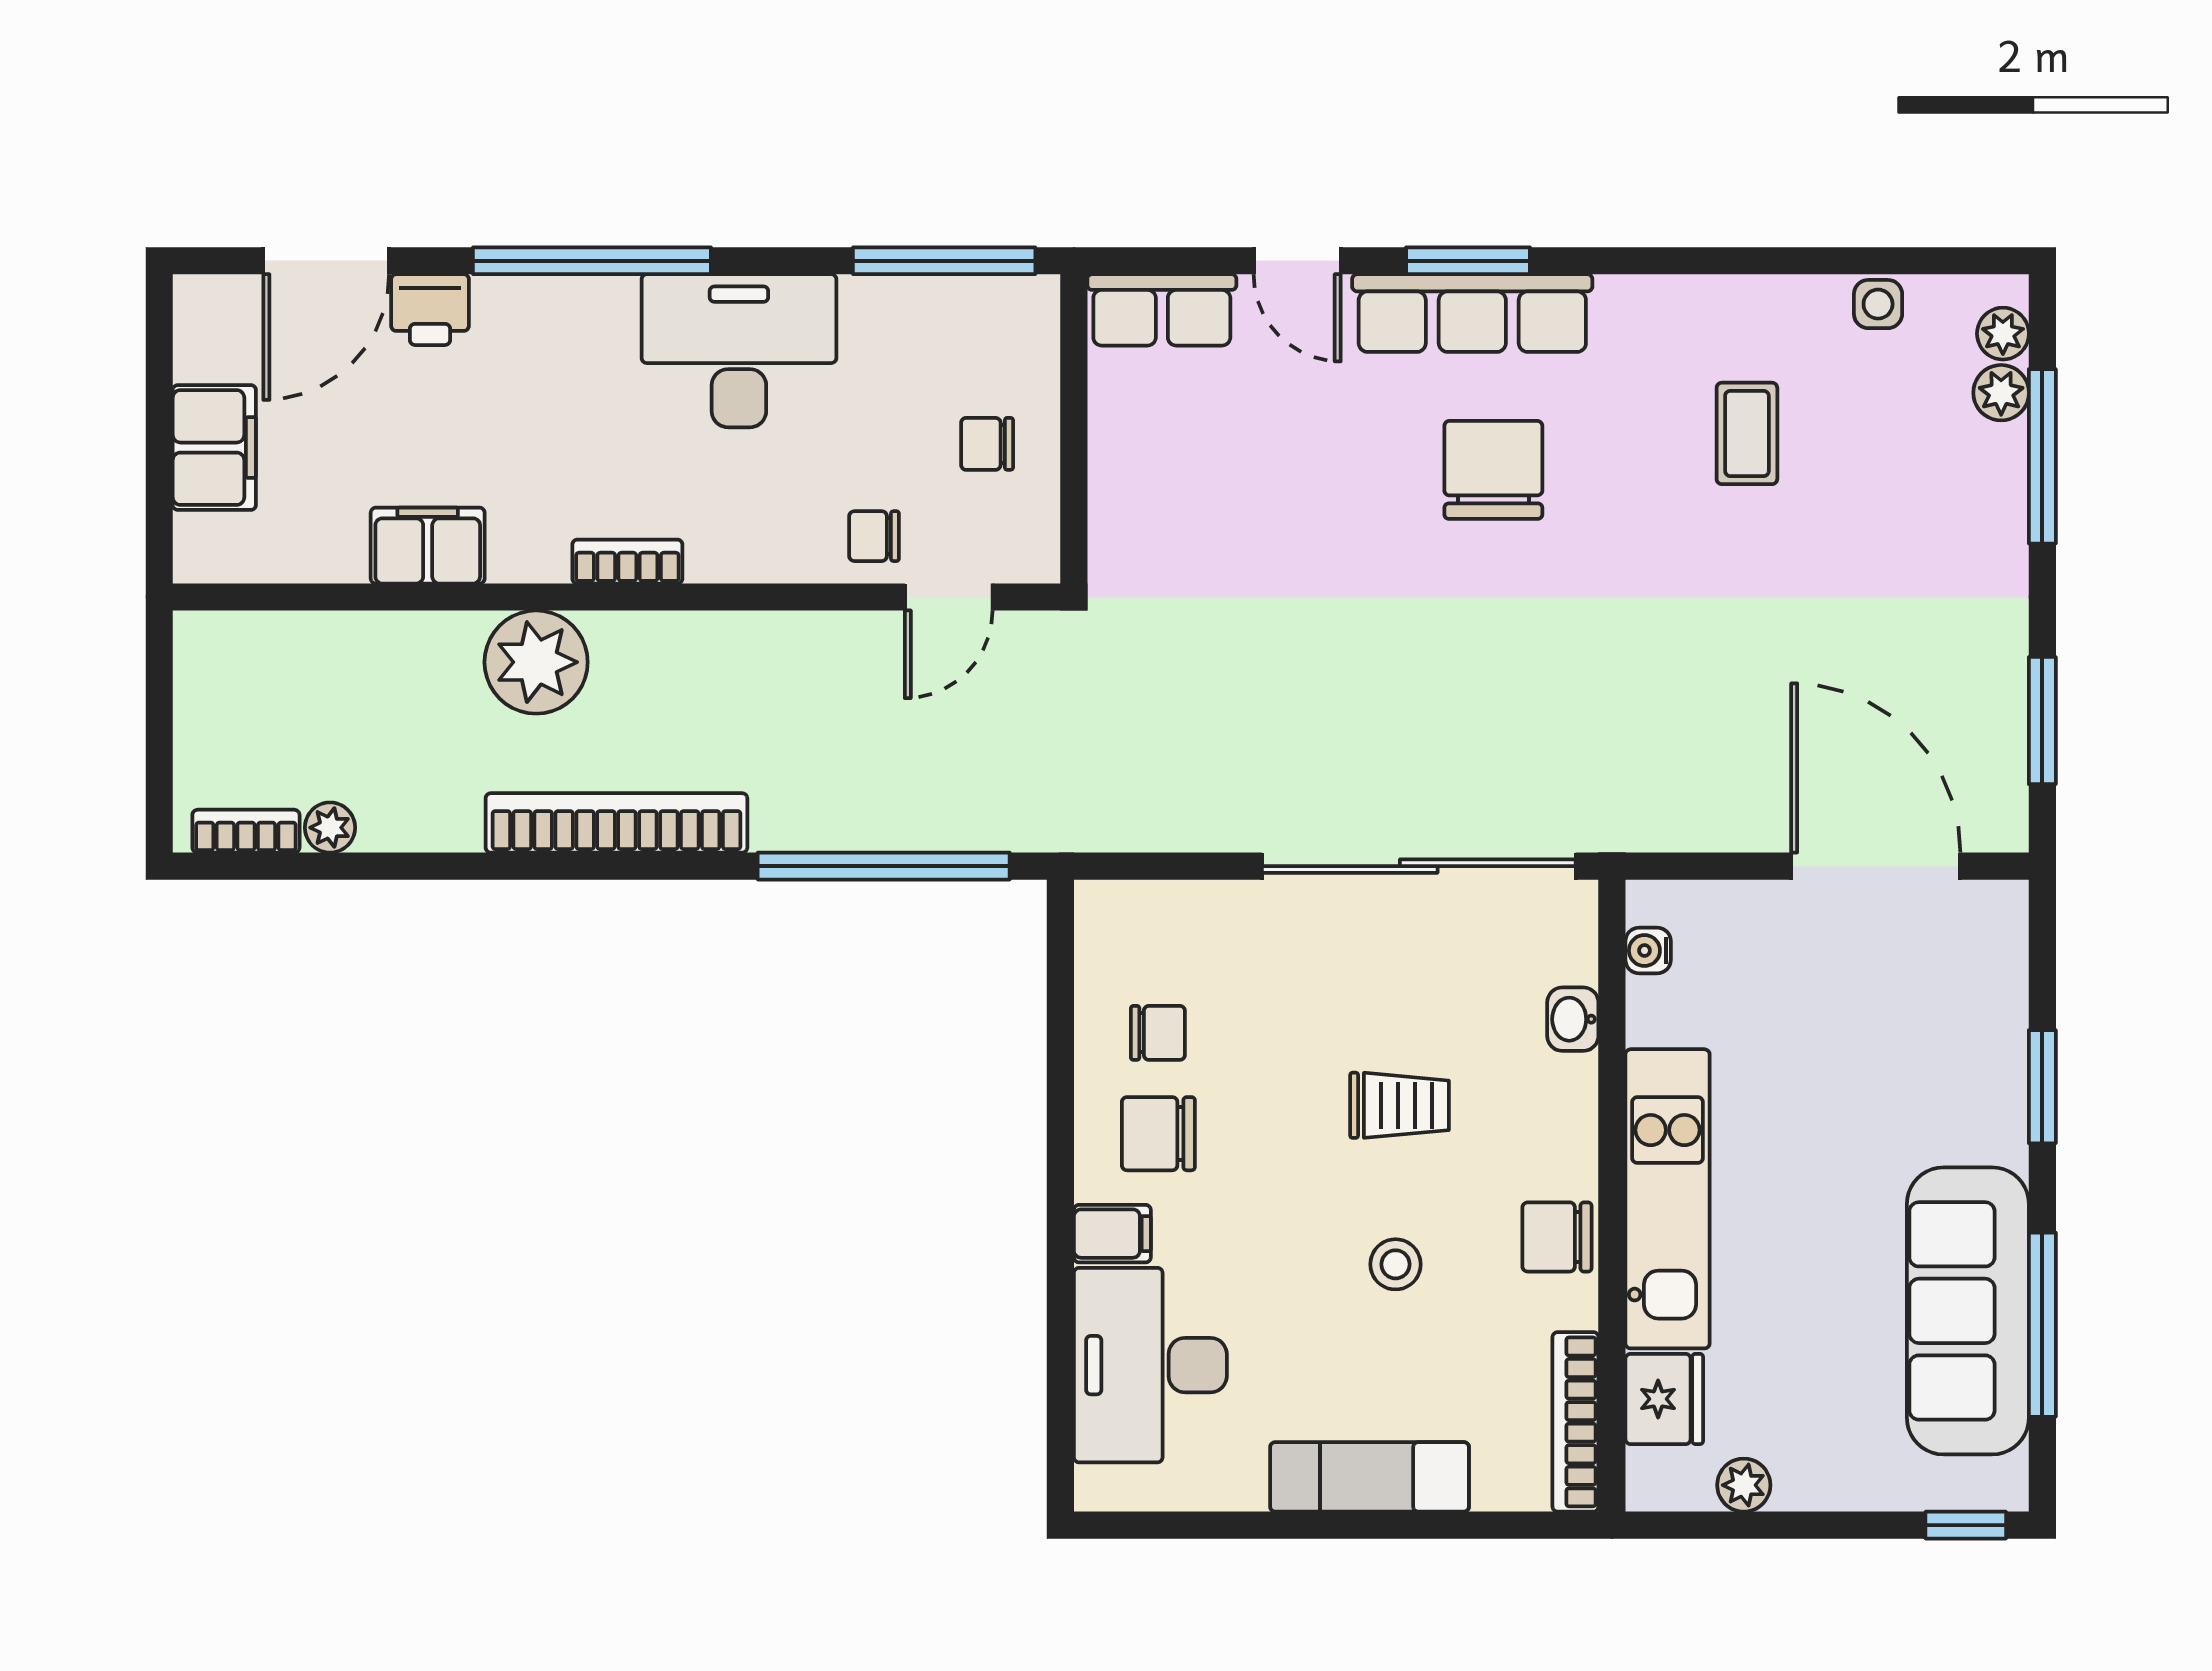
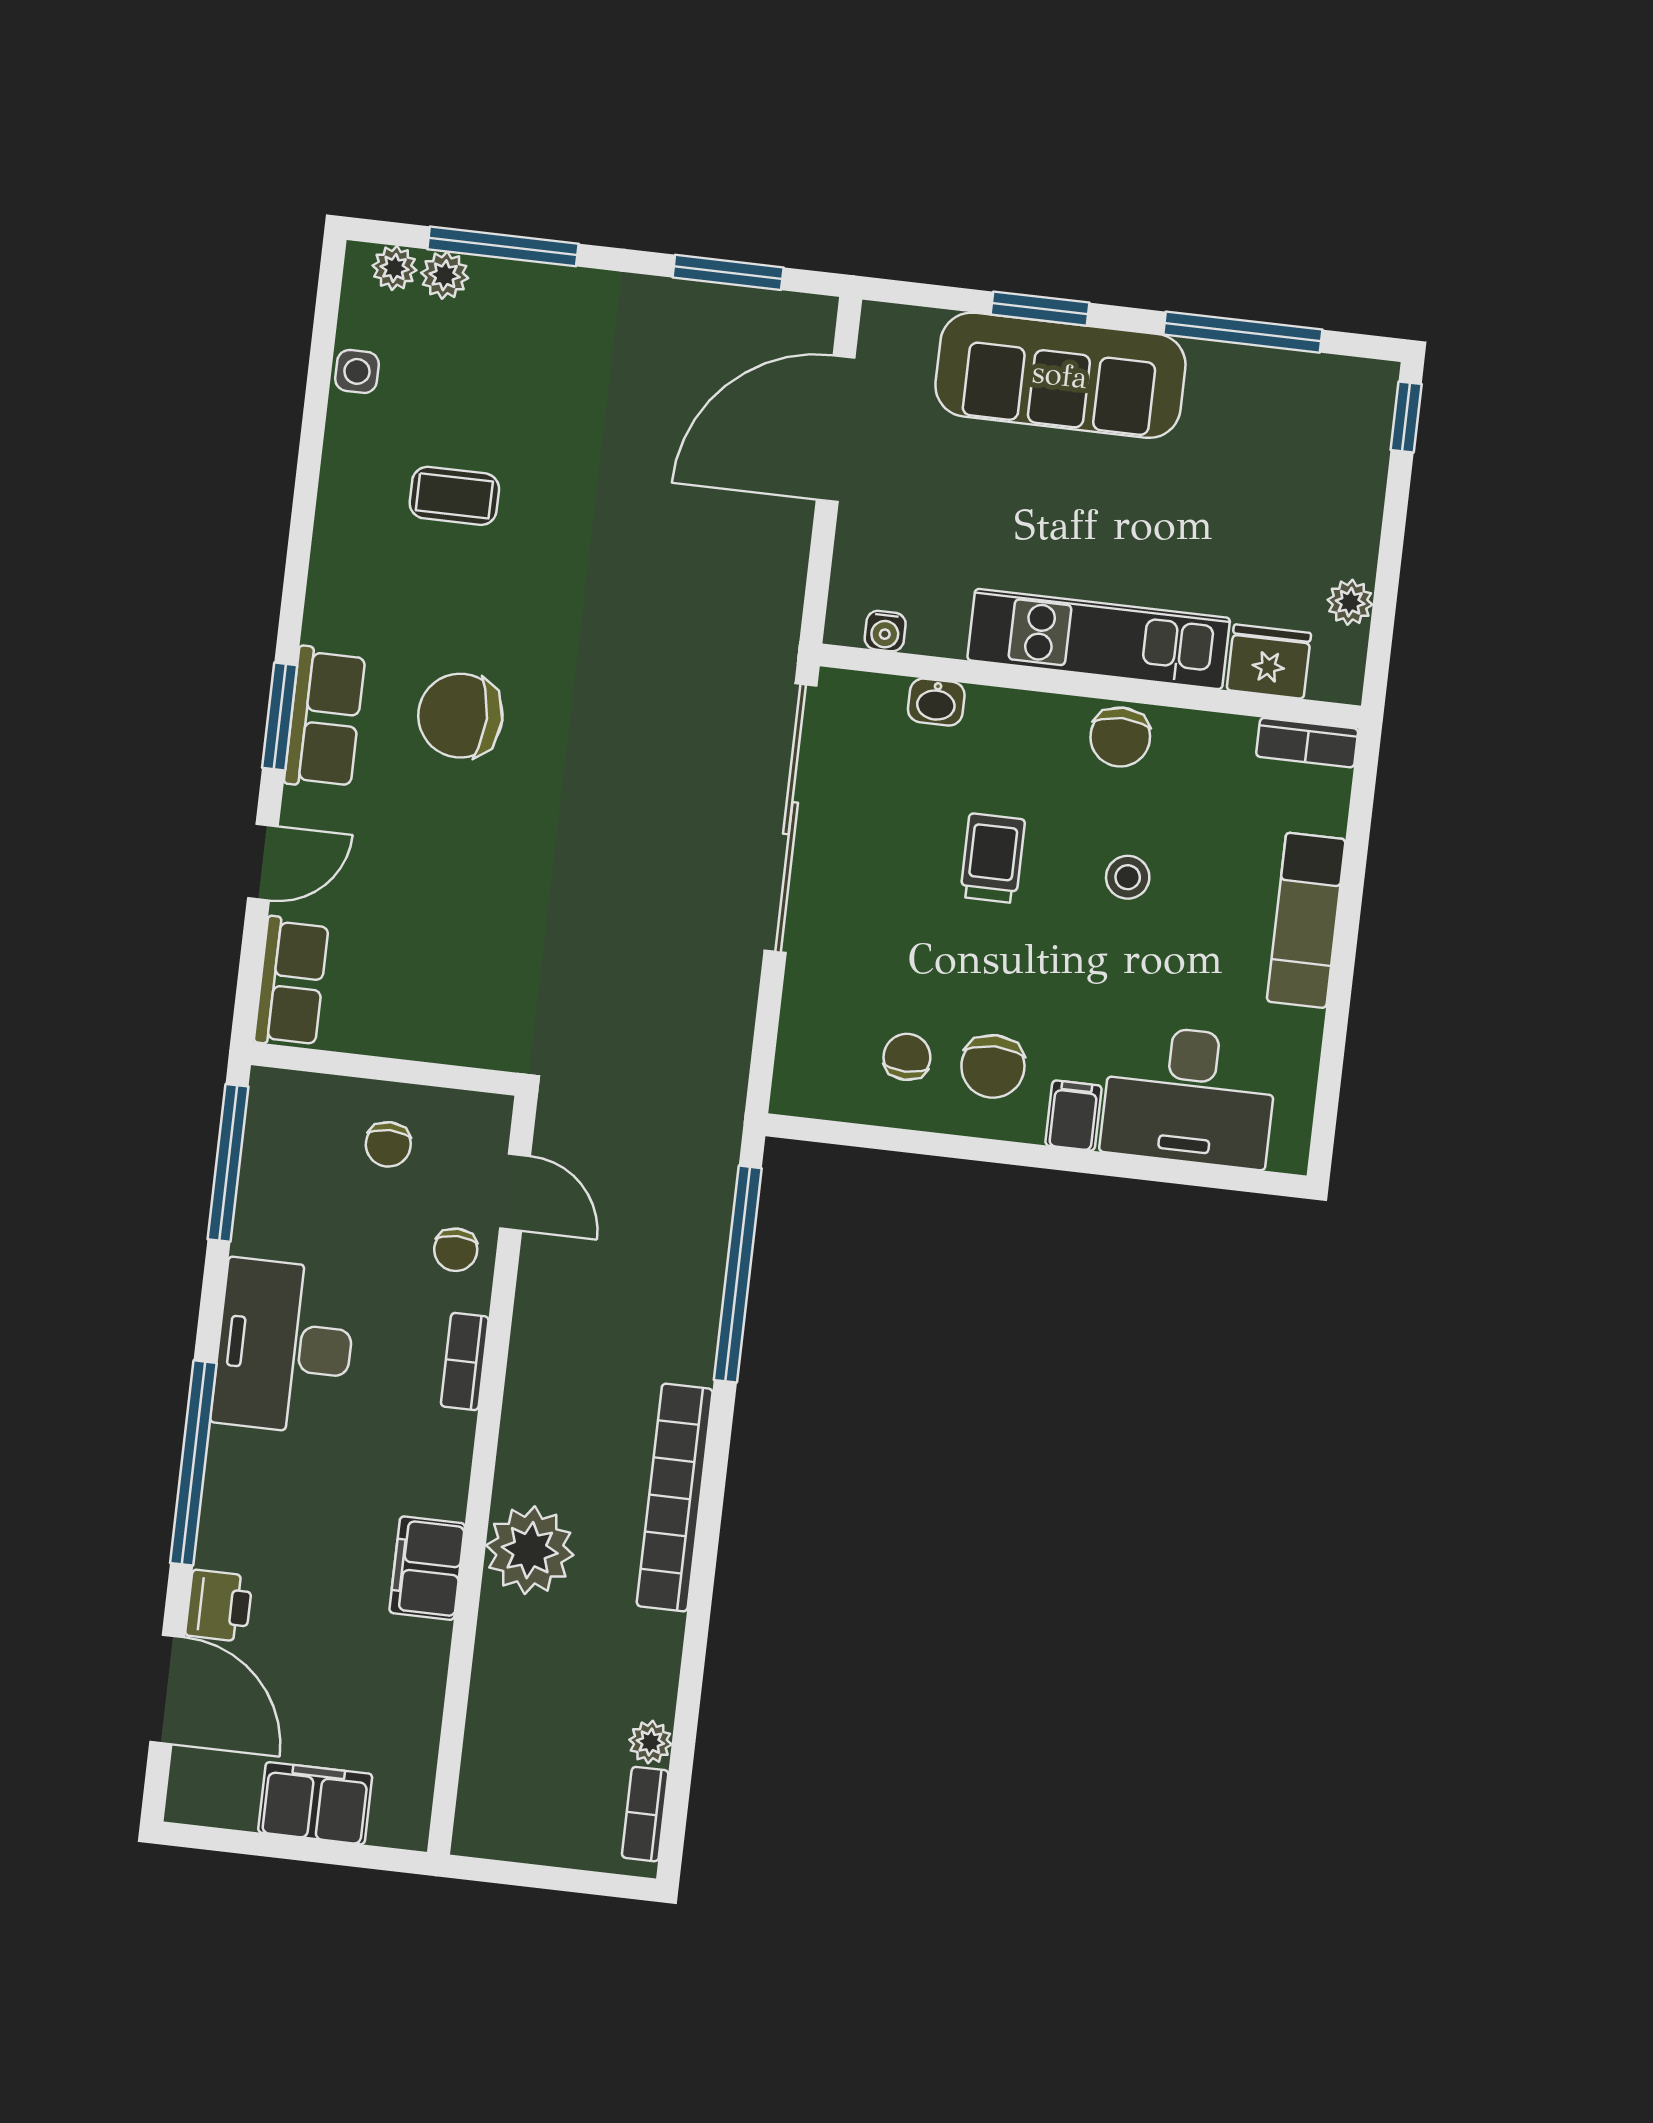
row of seats: (1472, 313) -> (325, 718), width x0.68
filing cabinet: (428, 546) -> (427, 1568), moved
bookcase: (627, 562) -> (465, 1362), moved
sofa: (1968, 1311) -> (1060, 375), moved
bookcase: (1575, 1422) -> (1307, 743), width x0.64

